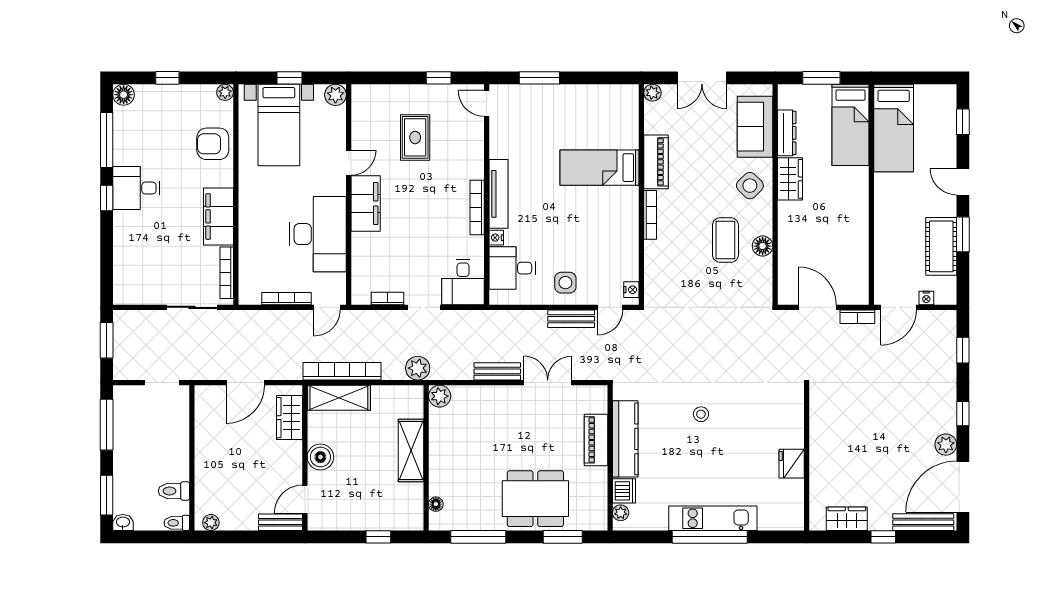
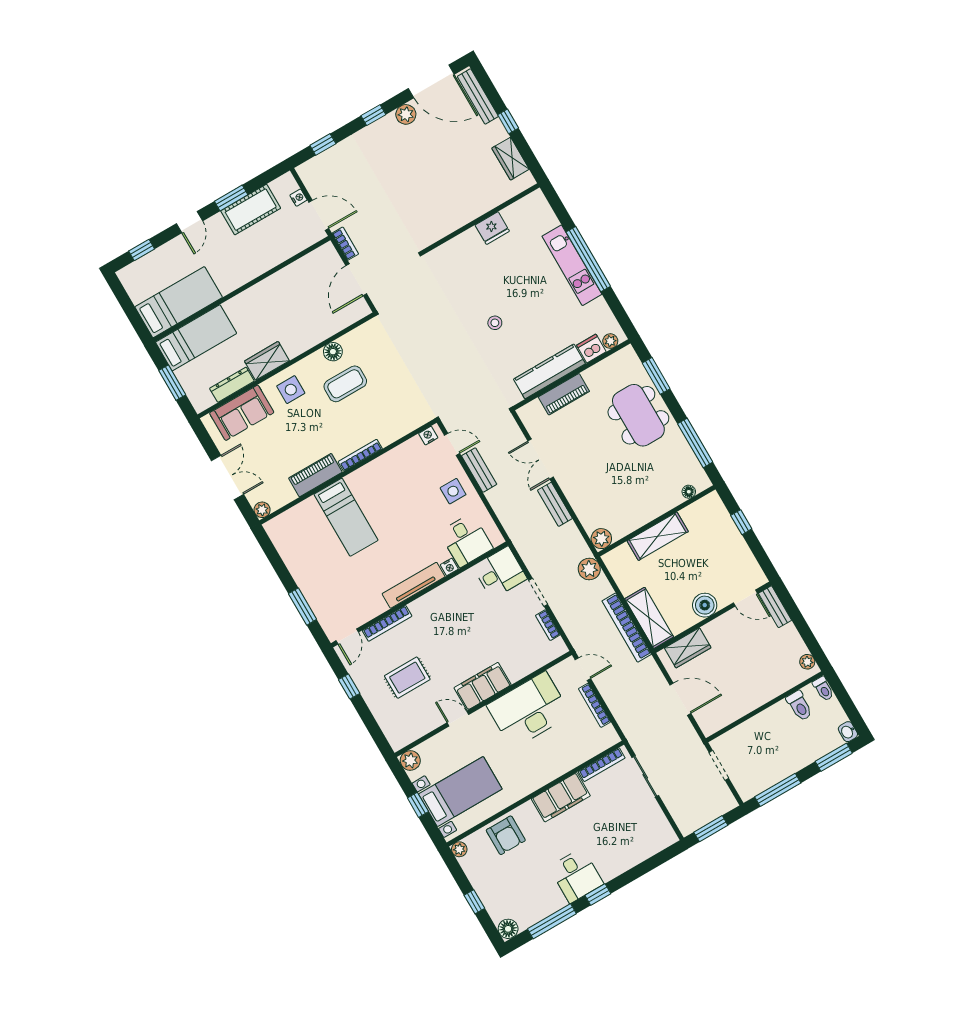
side table: (750, 186) -> (291, 390), turned 45
bookcase: (477, 207) -> (387, 623), moved

